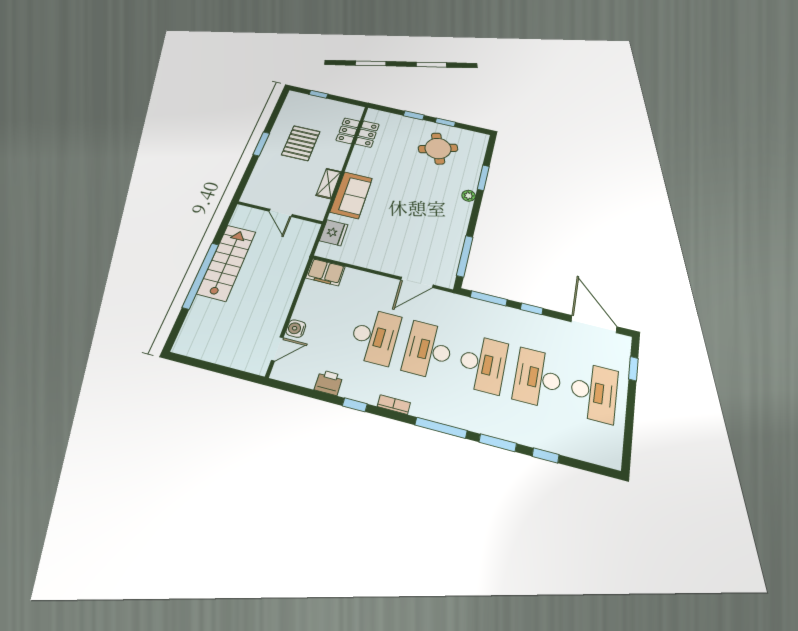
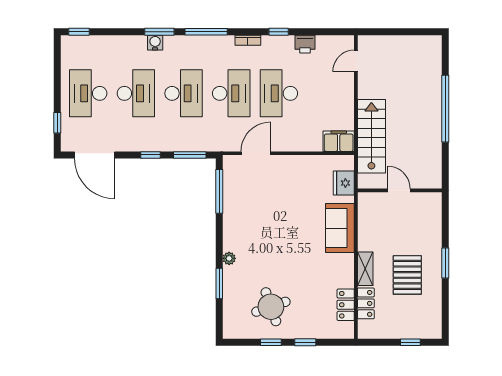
shelving: (329, 183) -> (365, 269), moved
stairs: (227, 262) -> (371, 136), moved, turned 180
water cooler: (296, 329) -> (155, 43), moved, turned -90
desk: (483, 364) -> (184, 93), turned 180
window: (546, 455) -> (79, 32), moved

